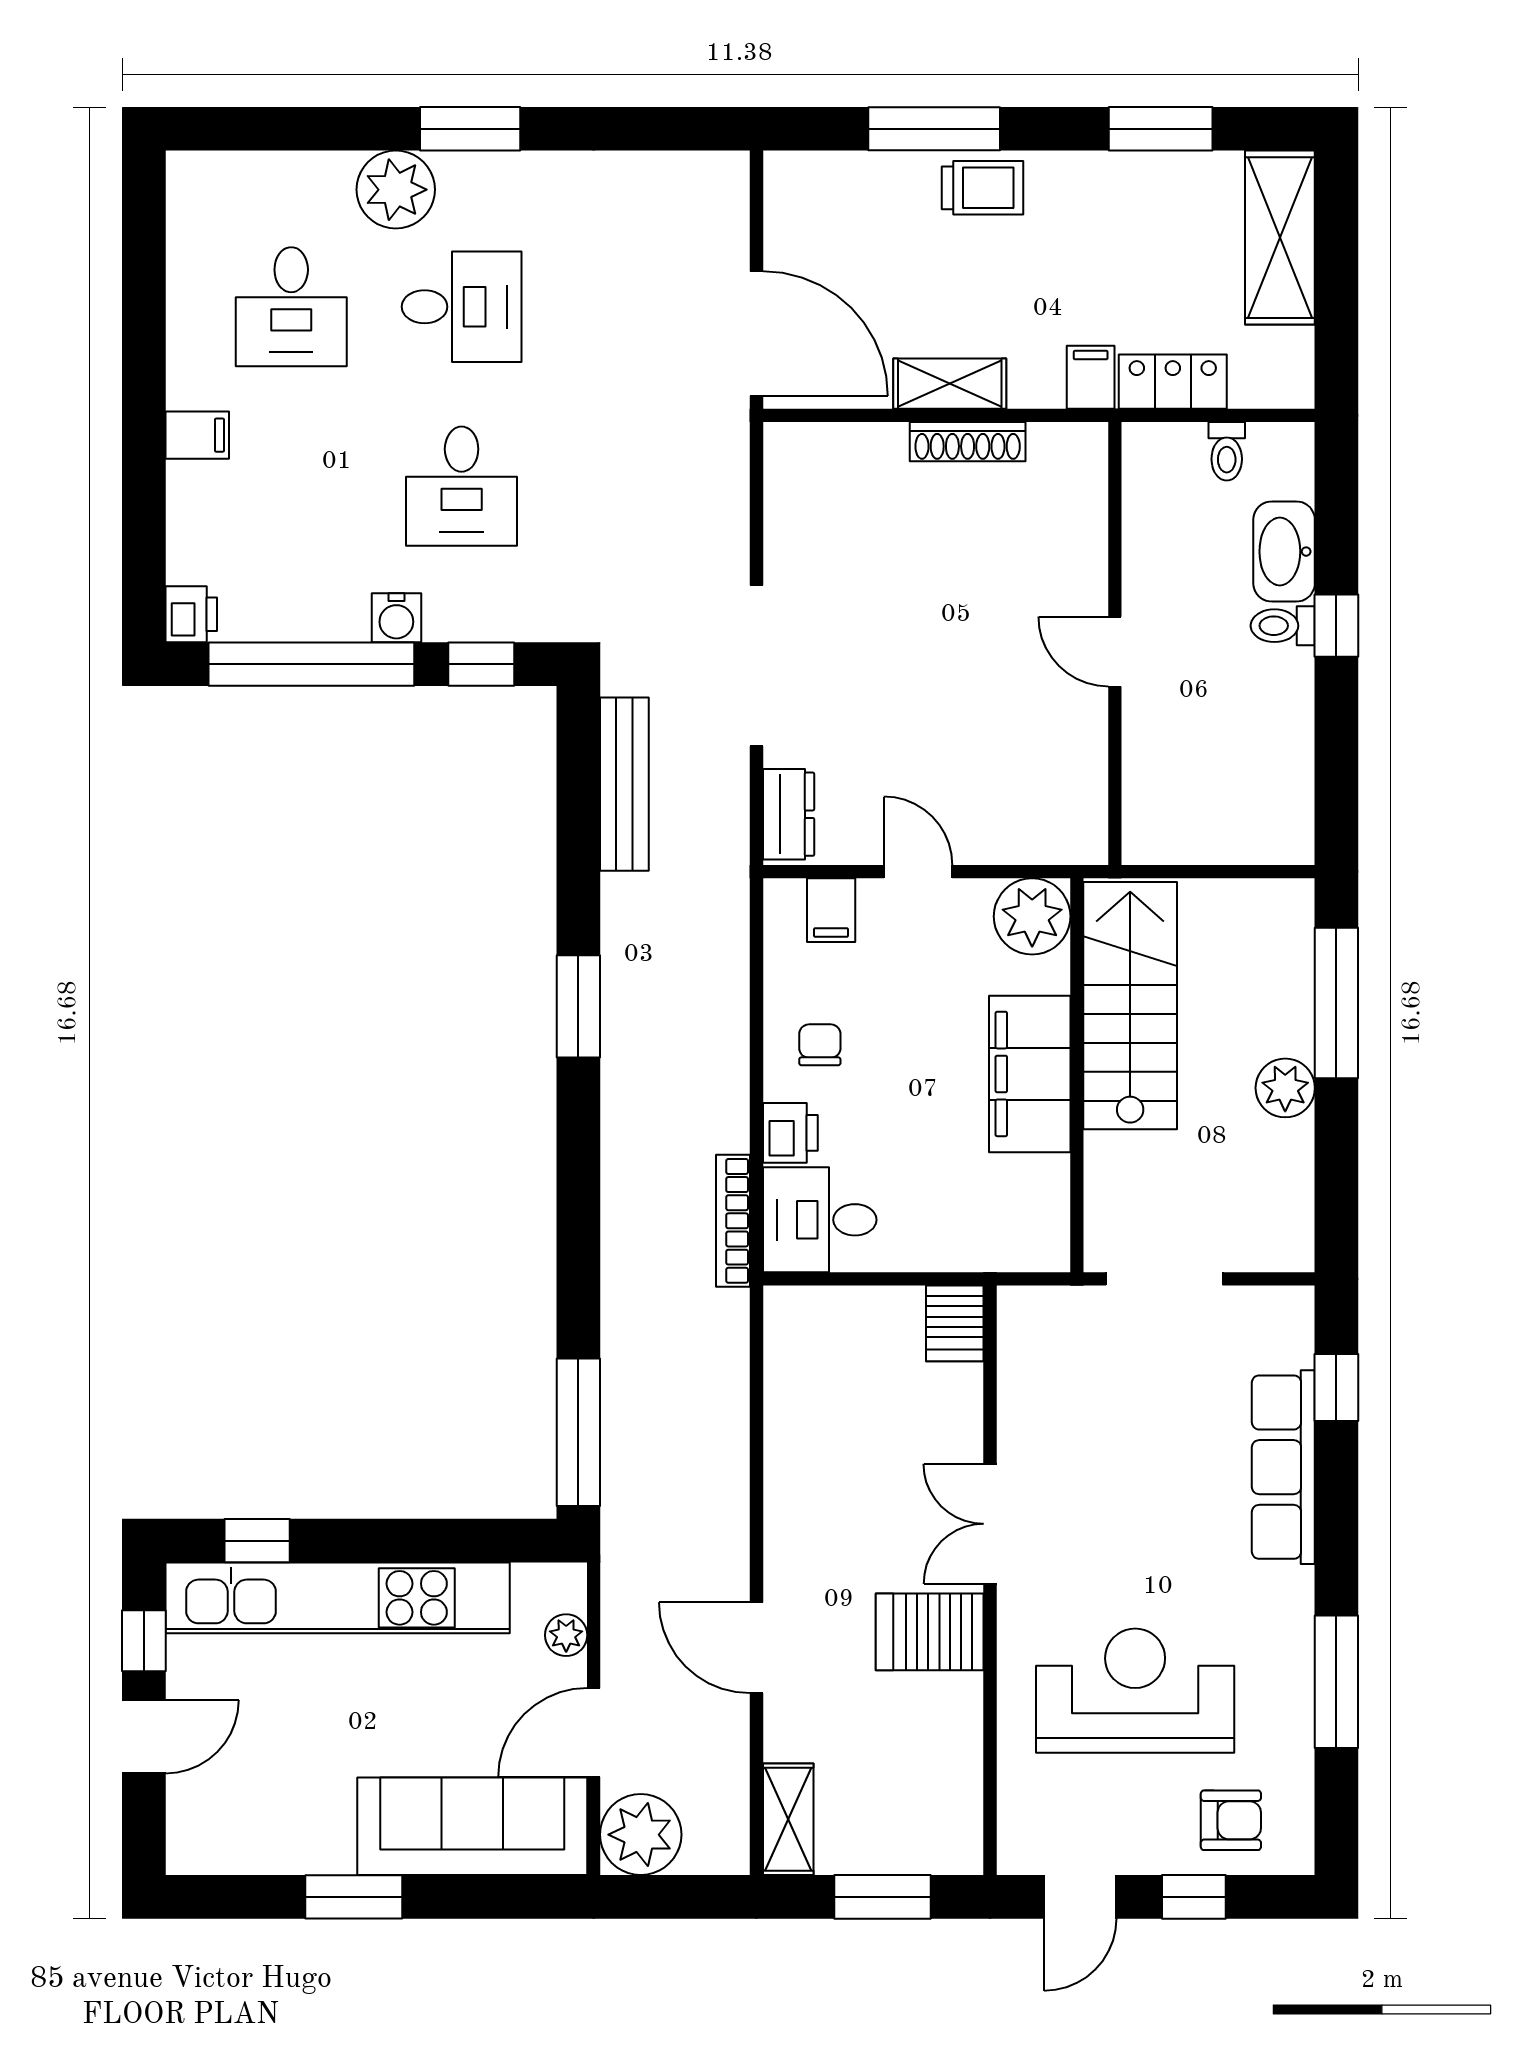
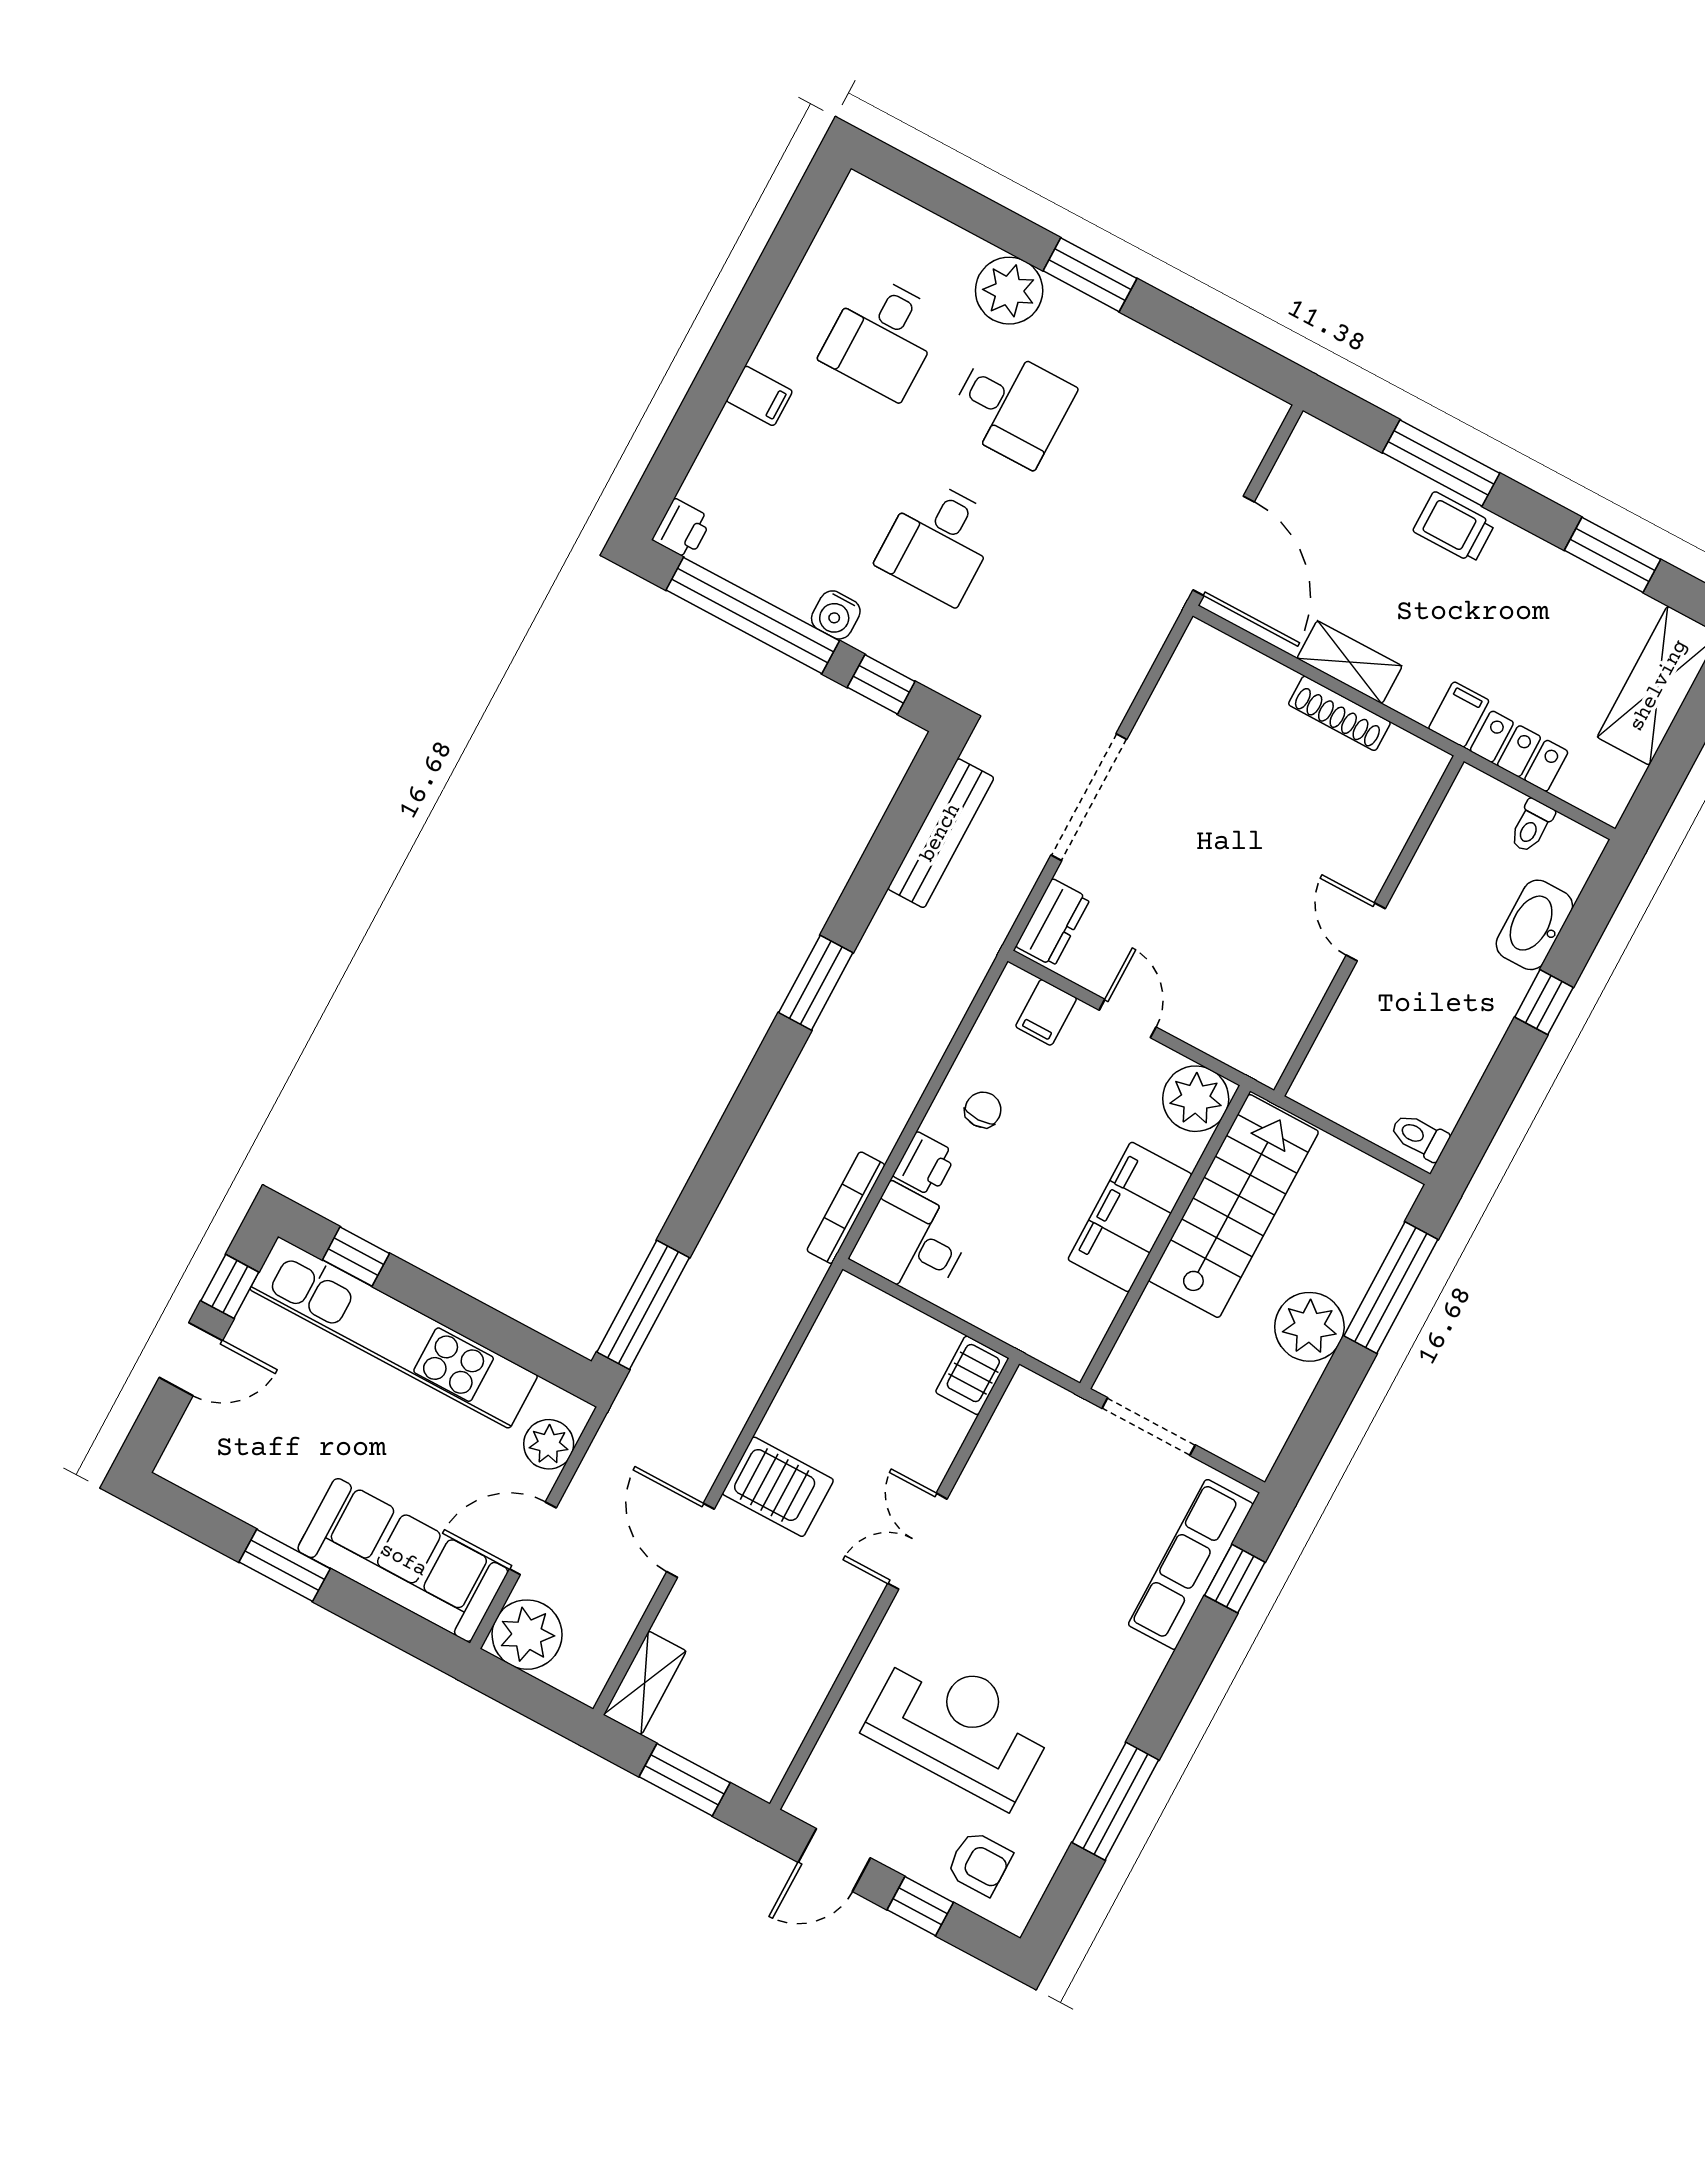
trolley: (983, 188) -> (1454, 527), turned 180
toilet: (1283, 626) -> (1420, 1137), moved
plant: (1285, 1088) -> (1309, 1327), width x1.36, depth x1.36
row of seats: (1283, 1467) -> (1191, 1564), moved
server rack: (930, 1632) -> (778, 1487), moved, turned 180
plant: (566, 1635) -> (549, 1444), width x1.38, depth x1.38

